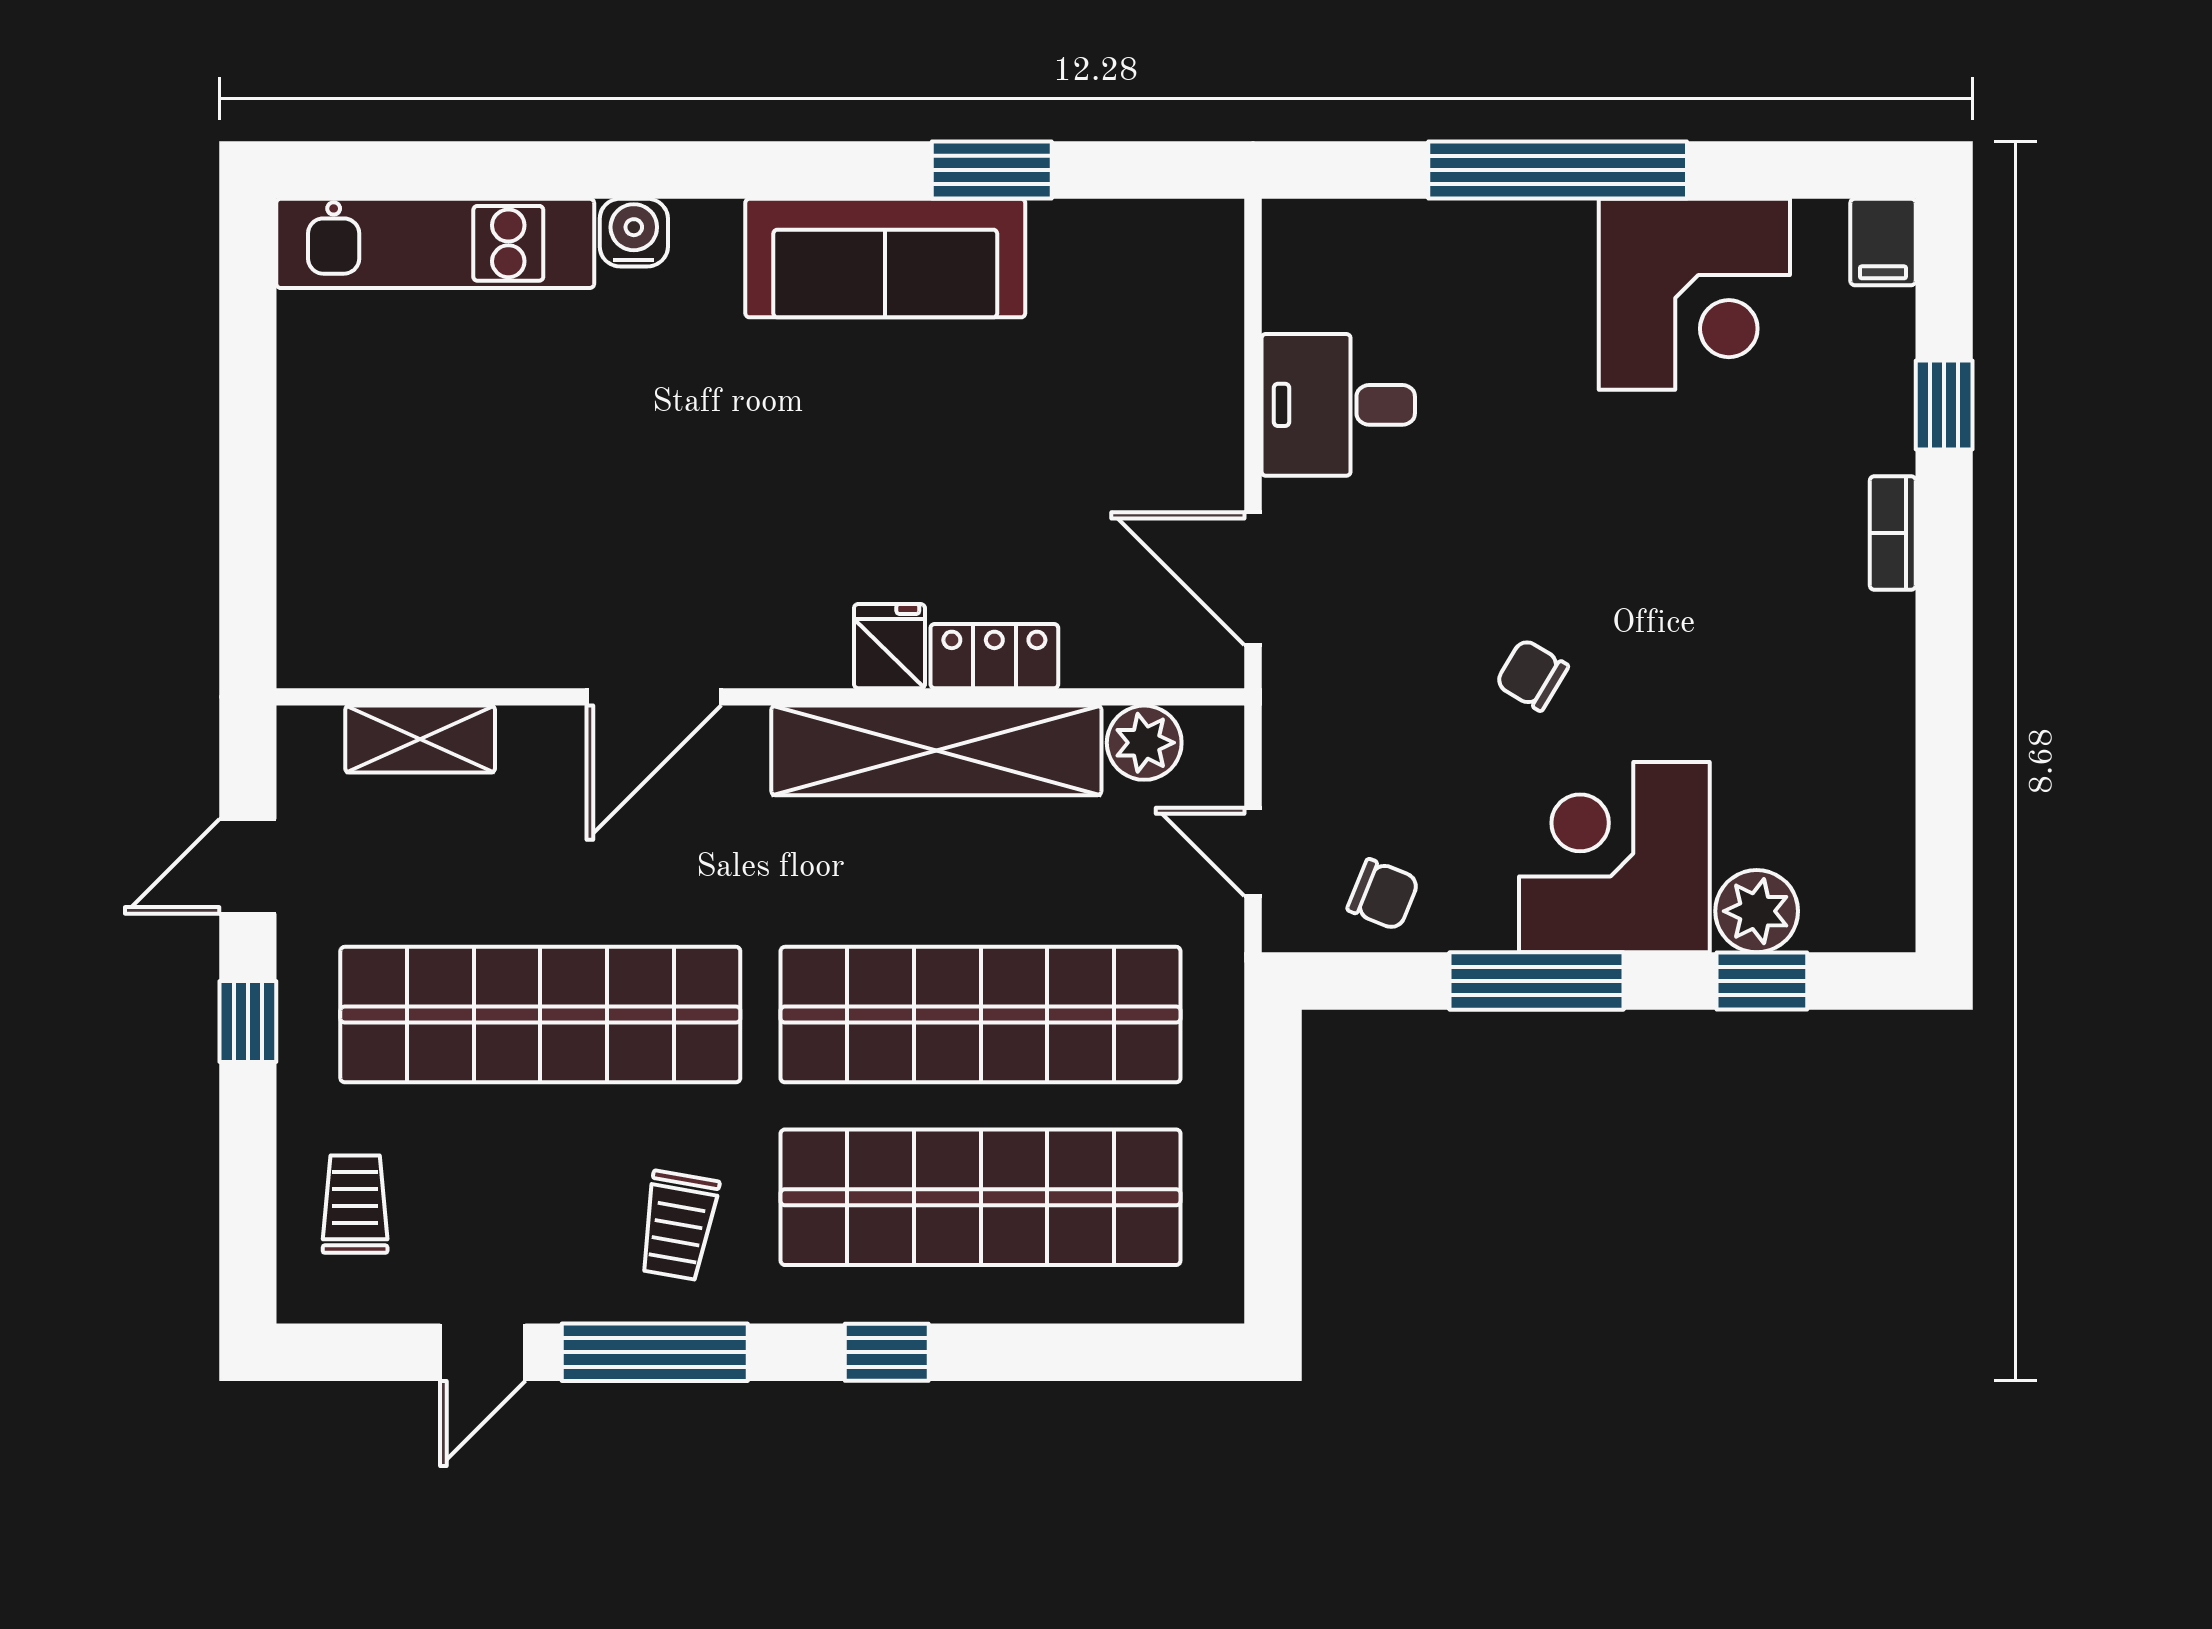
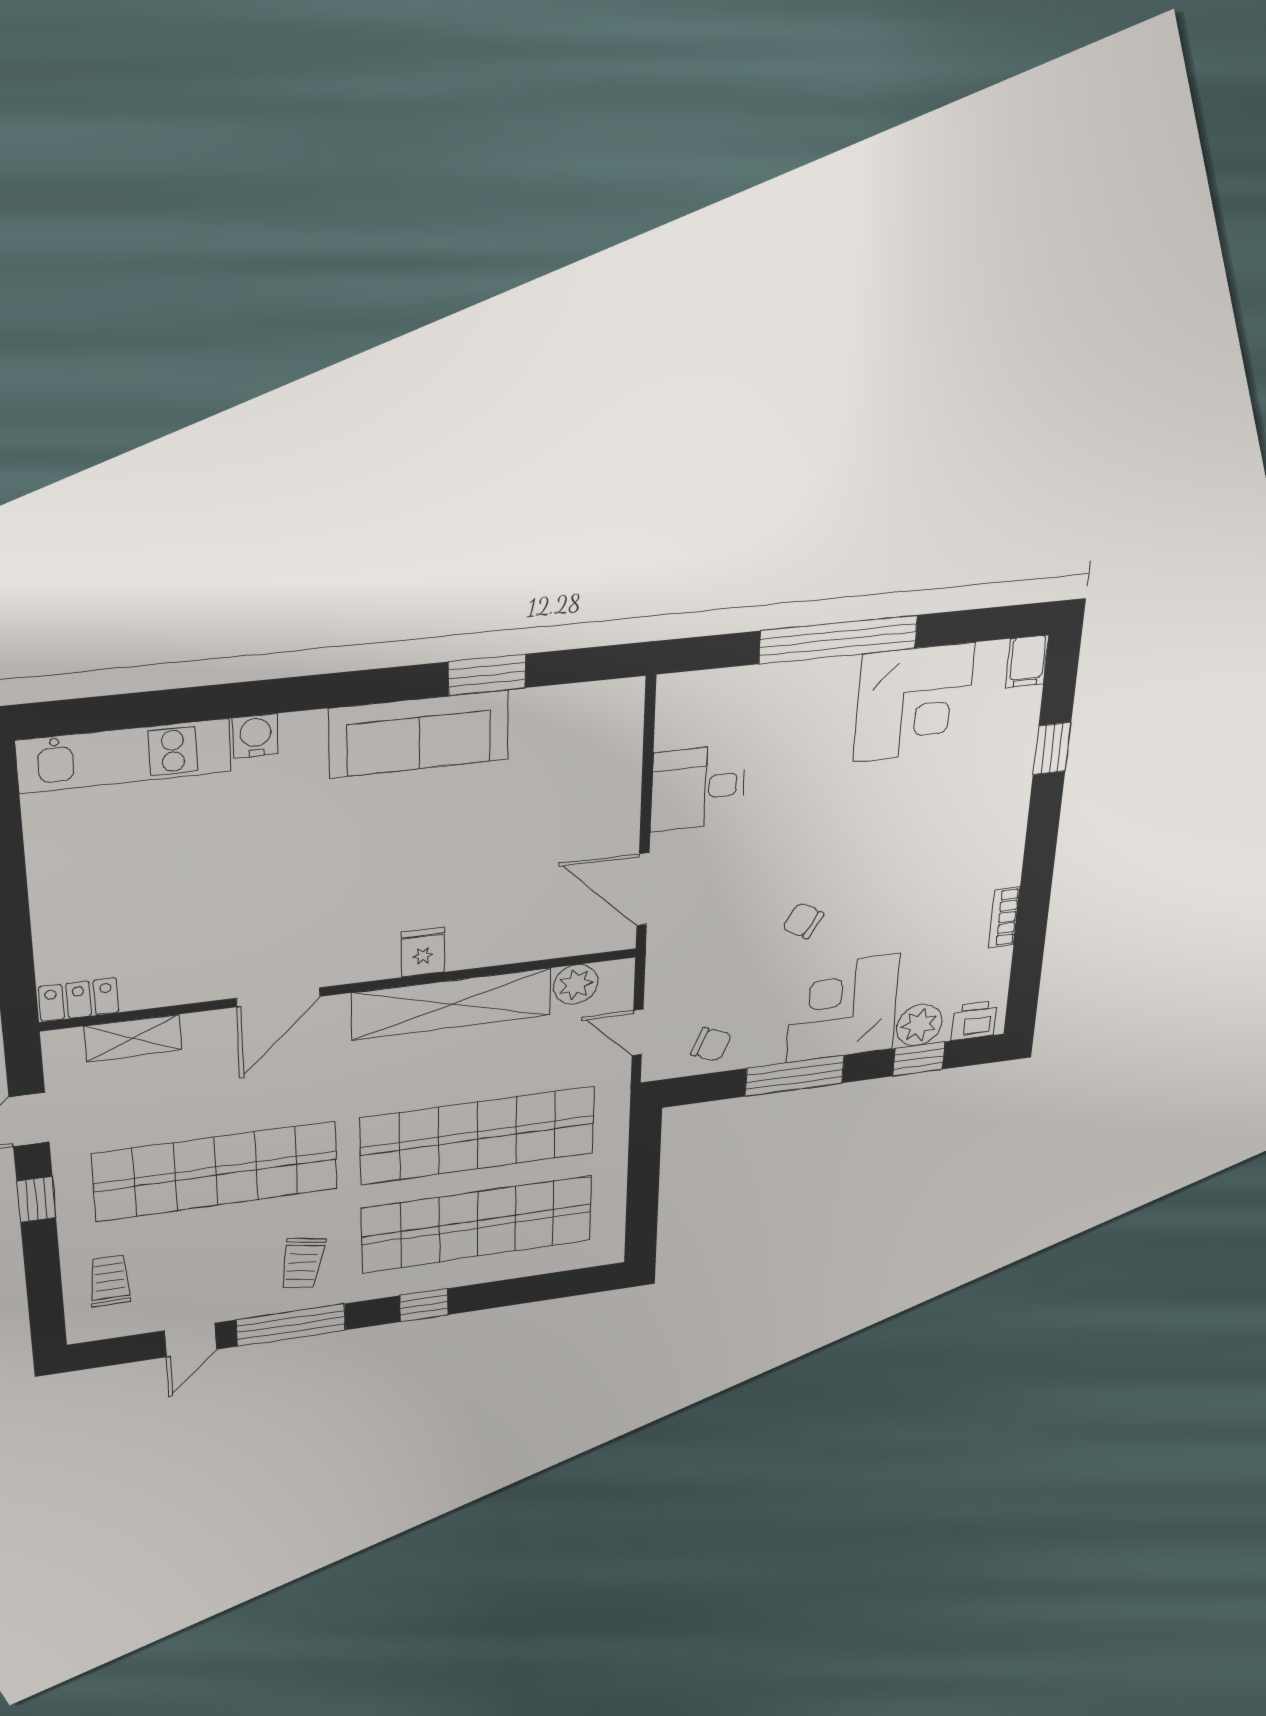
bookcase: (1893, 533) -> (1004, 917), moved
locker: (994, 656) -> (79, 1000), moved
printer: (1857, 917) -> (974, 1020), added

